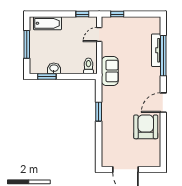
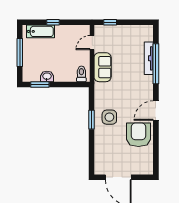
window: (82, 14) -> (53, 22), moved
sofa: (110, 71) -> (103, 67), moved
side table: (117, 109) -> (109, 117), added

